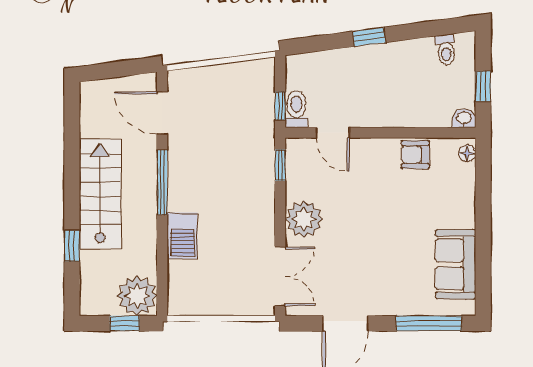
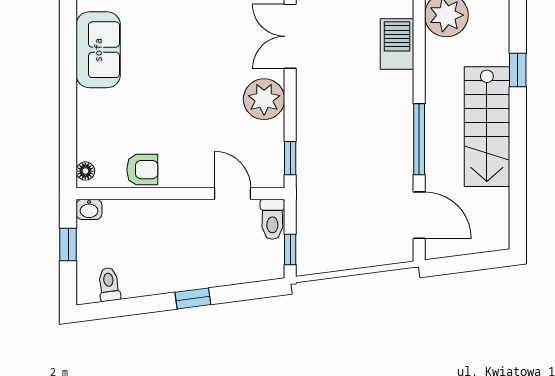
window: (280, 106) -> (290, 249), moved
barbecue: (182, 236) -> (397, 44), moved

